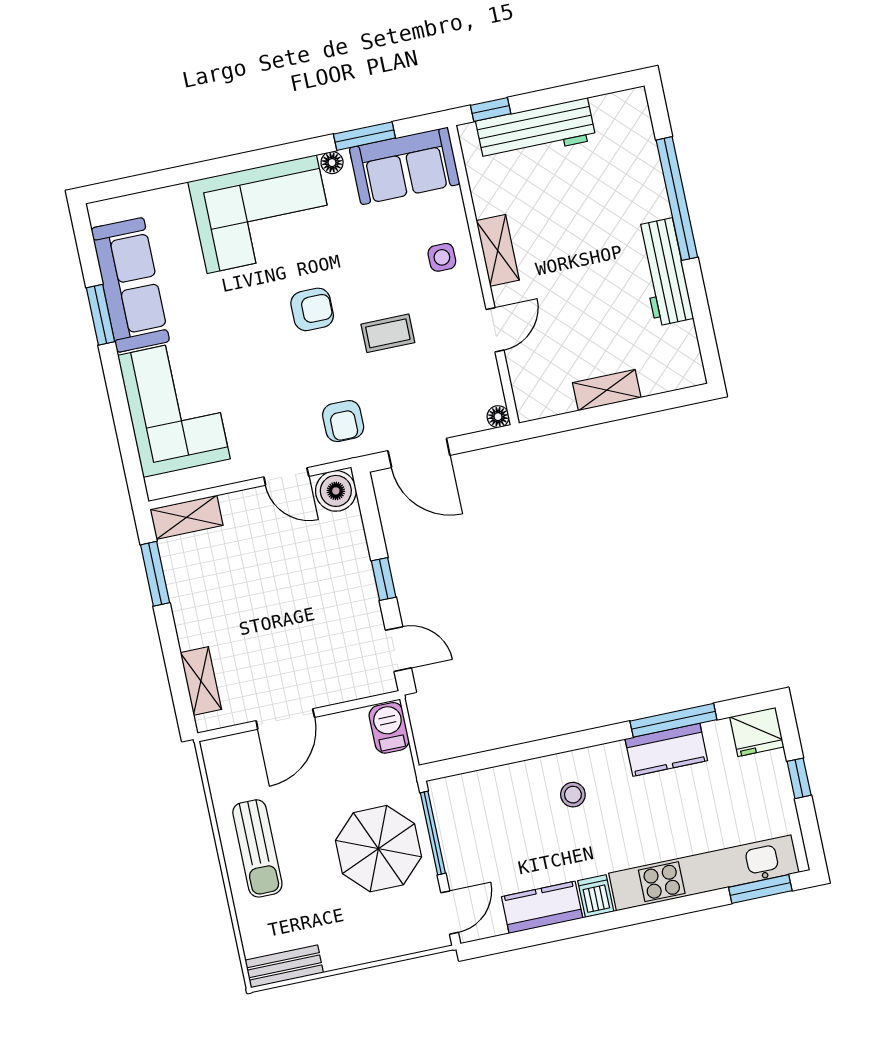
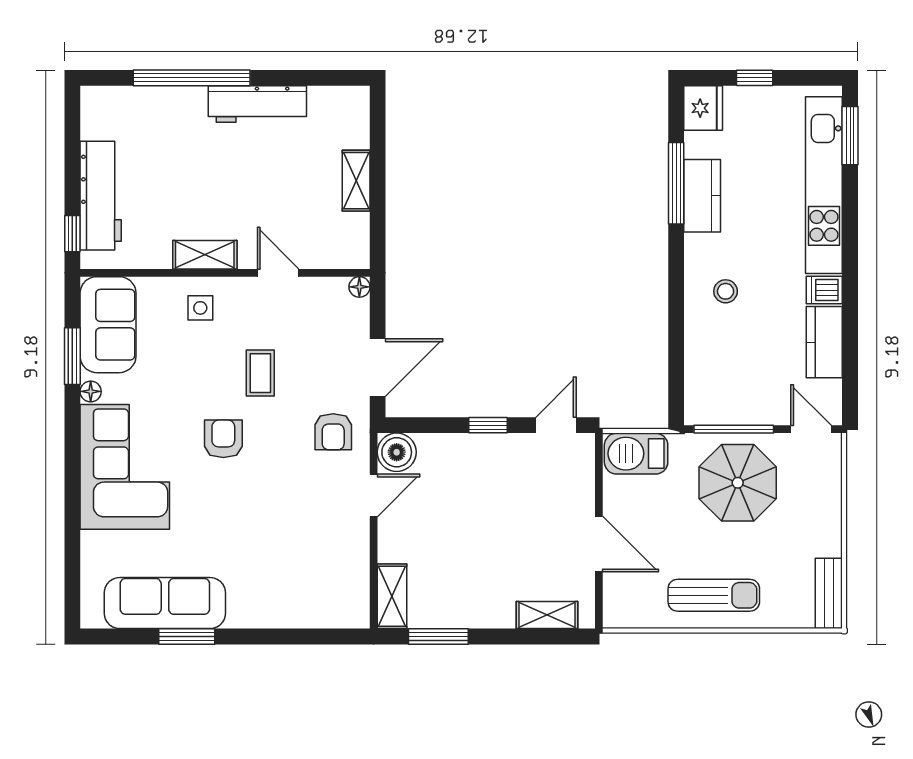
corner sofa: (174, 407) -> (287, 586), removed
armchair: (343, 421) -> (333, 432), turned 90
barbecue: (389, 728) -> (636, 454), width x1.38, depth x1.27

